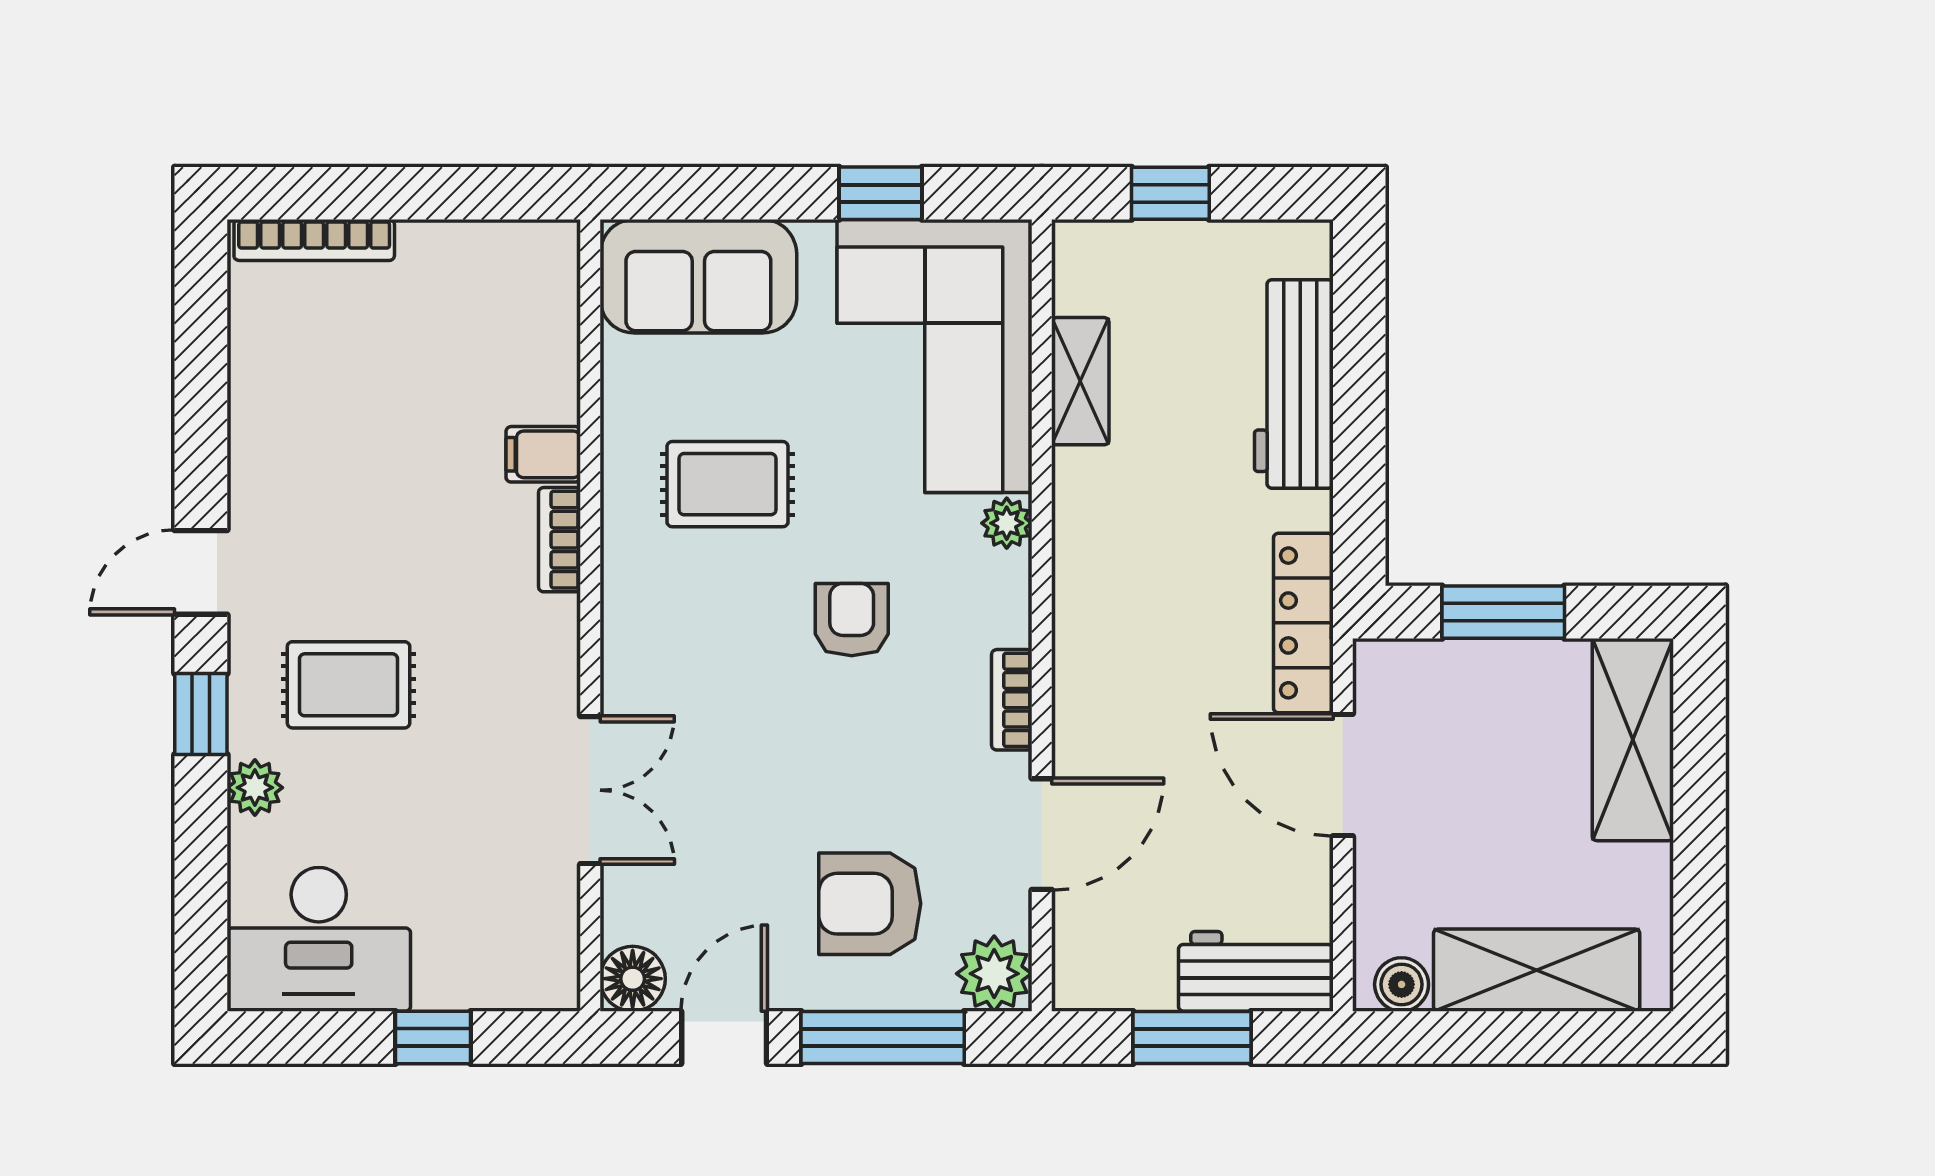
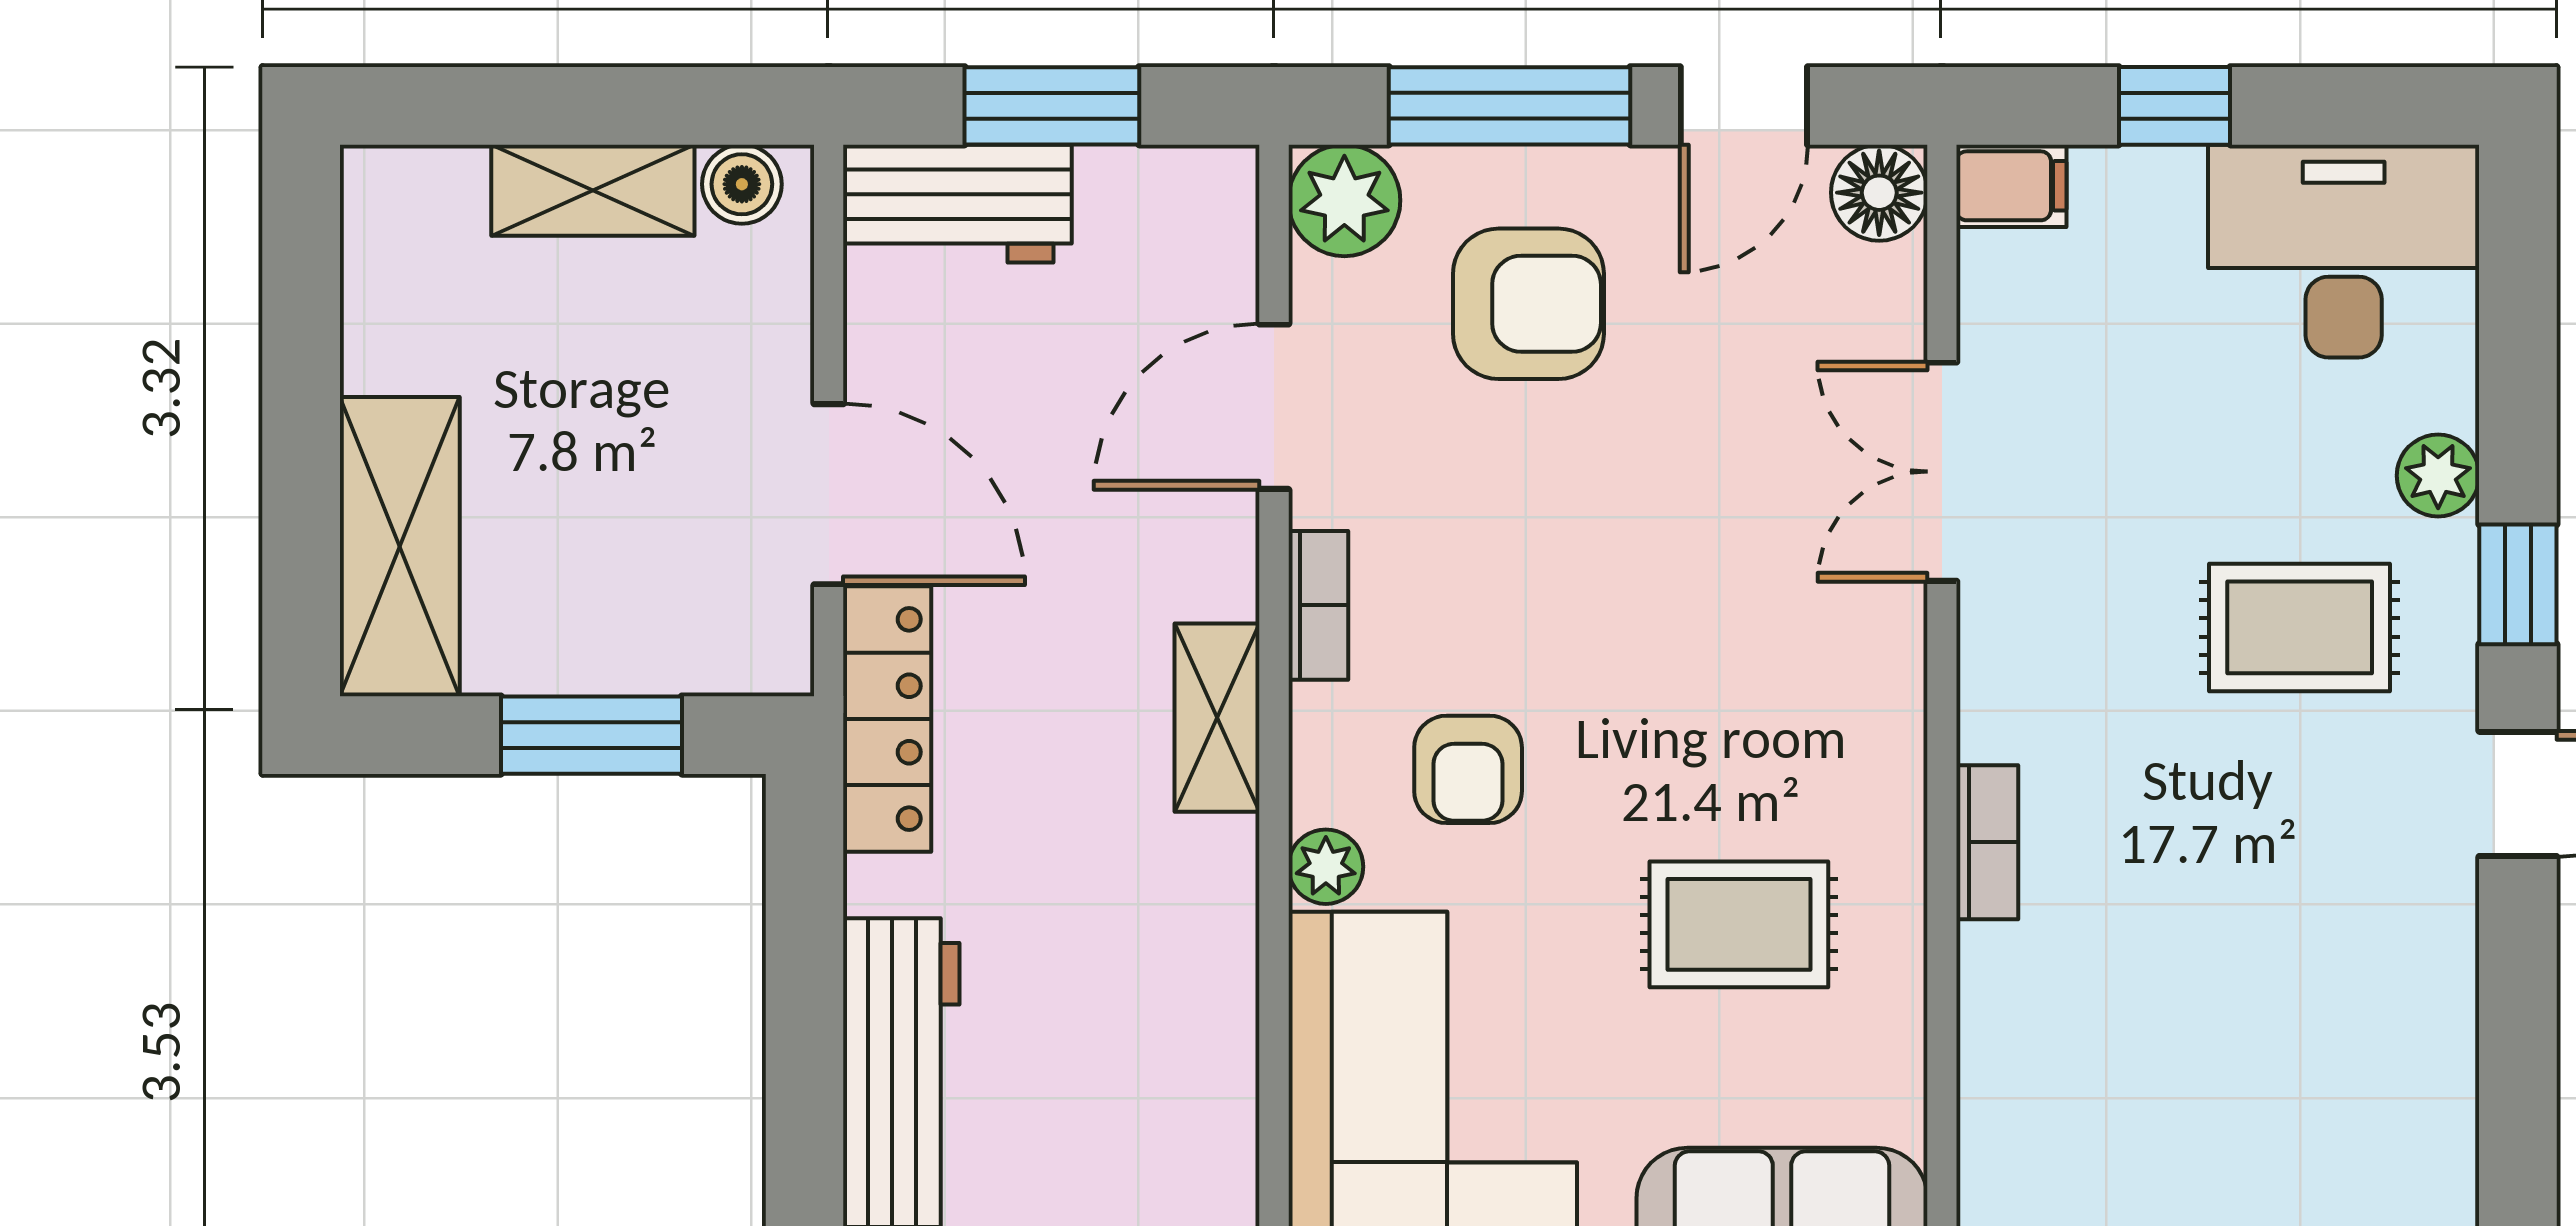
shelving: (1080, 381) -> (1217, 718), moved
filing cabinet: (543, 454) -> (2011, 186), moved
armchair: (852, 620) -> (1468, 769), moved
shelving: (1537, 970) -> (593, 190), width x0.67, depth x0.75

